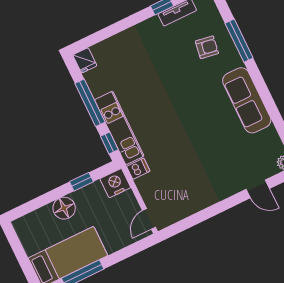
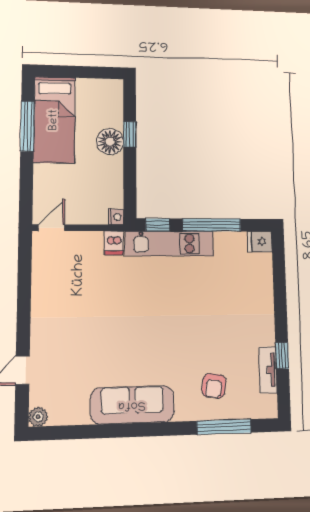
window: (239, 41) -> (224, 427), moved
window: (81, 182) -> (130, 134), moved
nightstand: (115, 183) -> (116, 217), width x0.53, depth x0.56
door: (149, 219) -> (51, 228), hinge flipped

